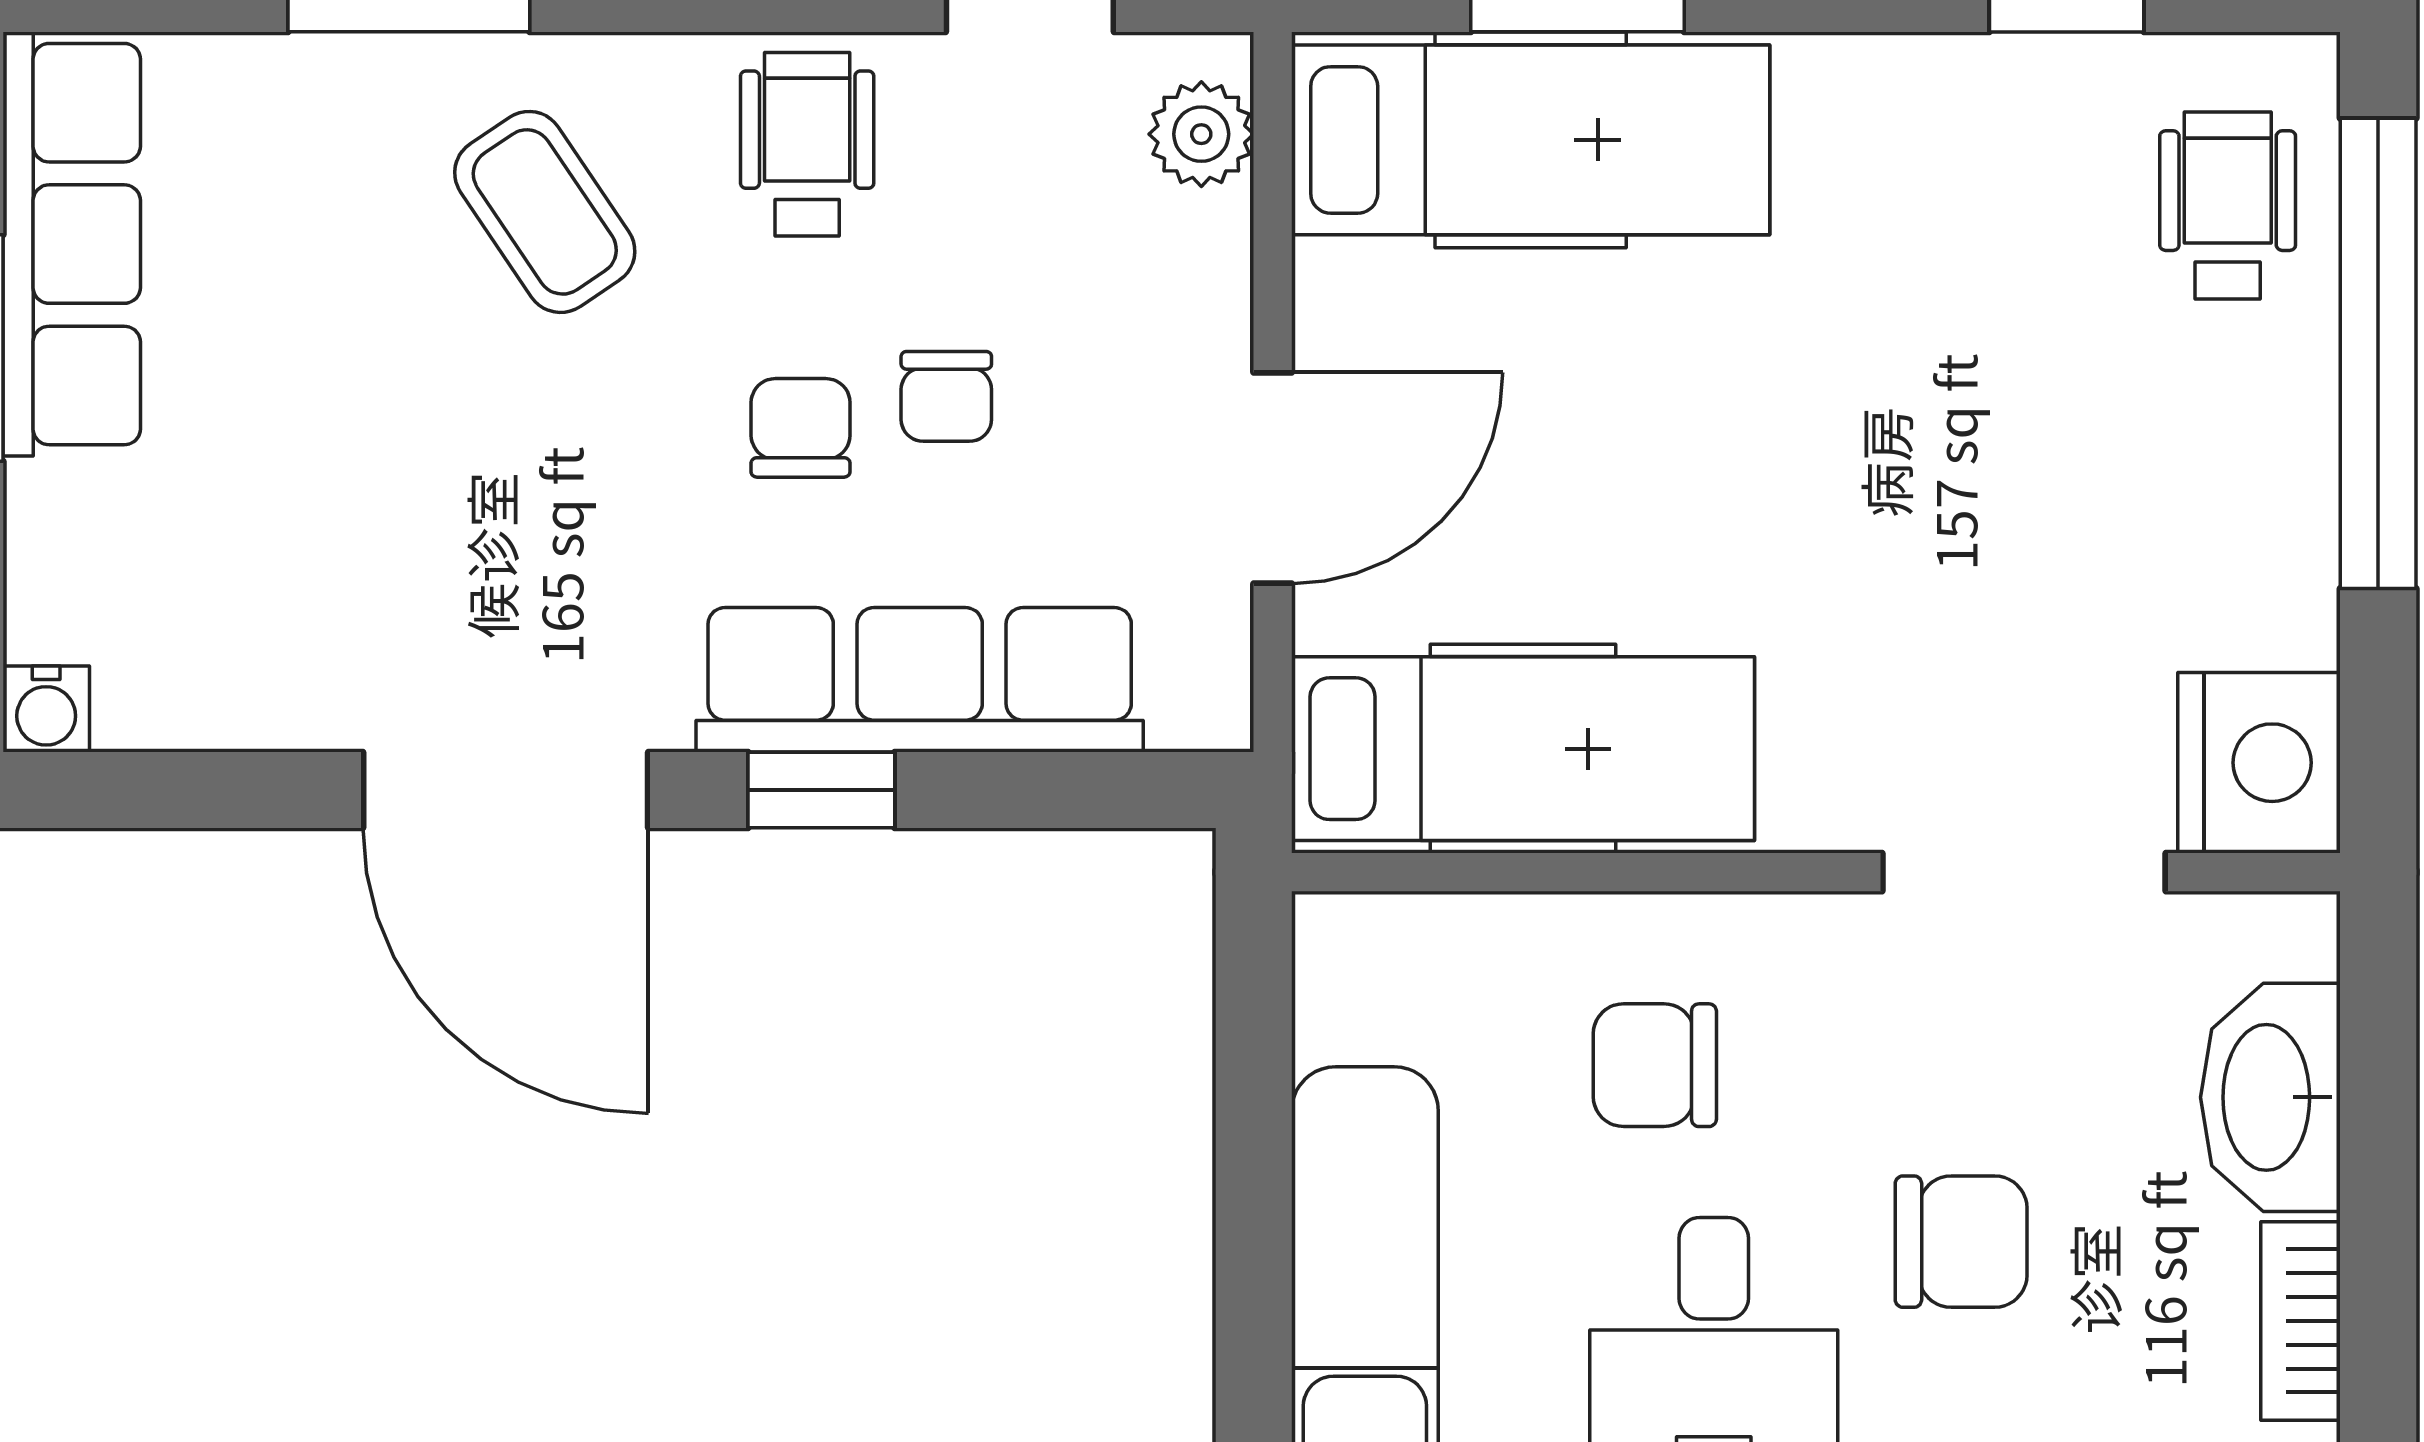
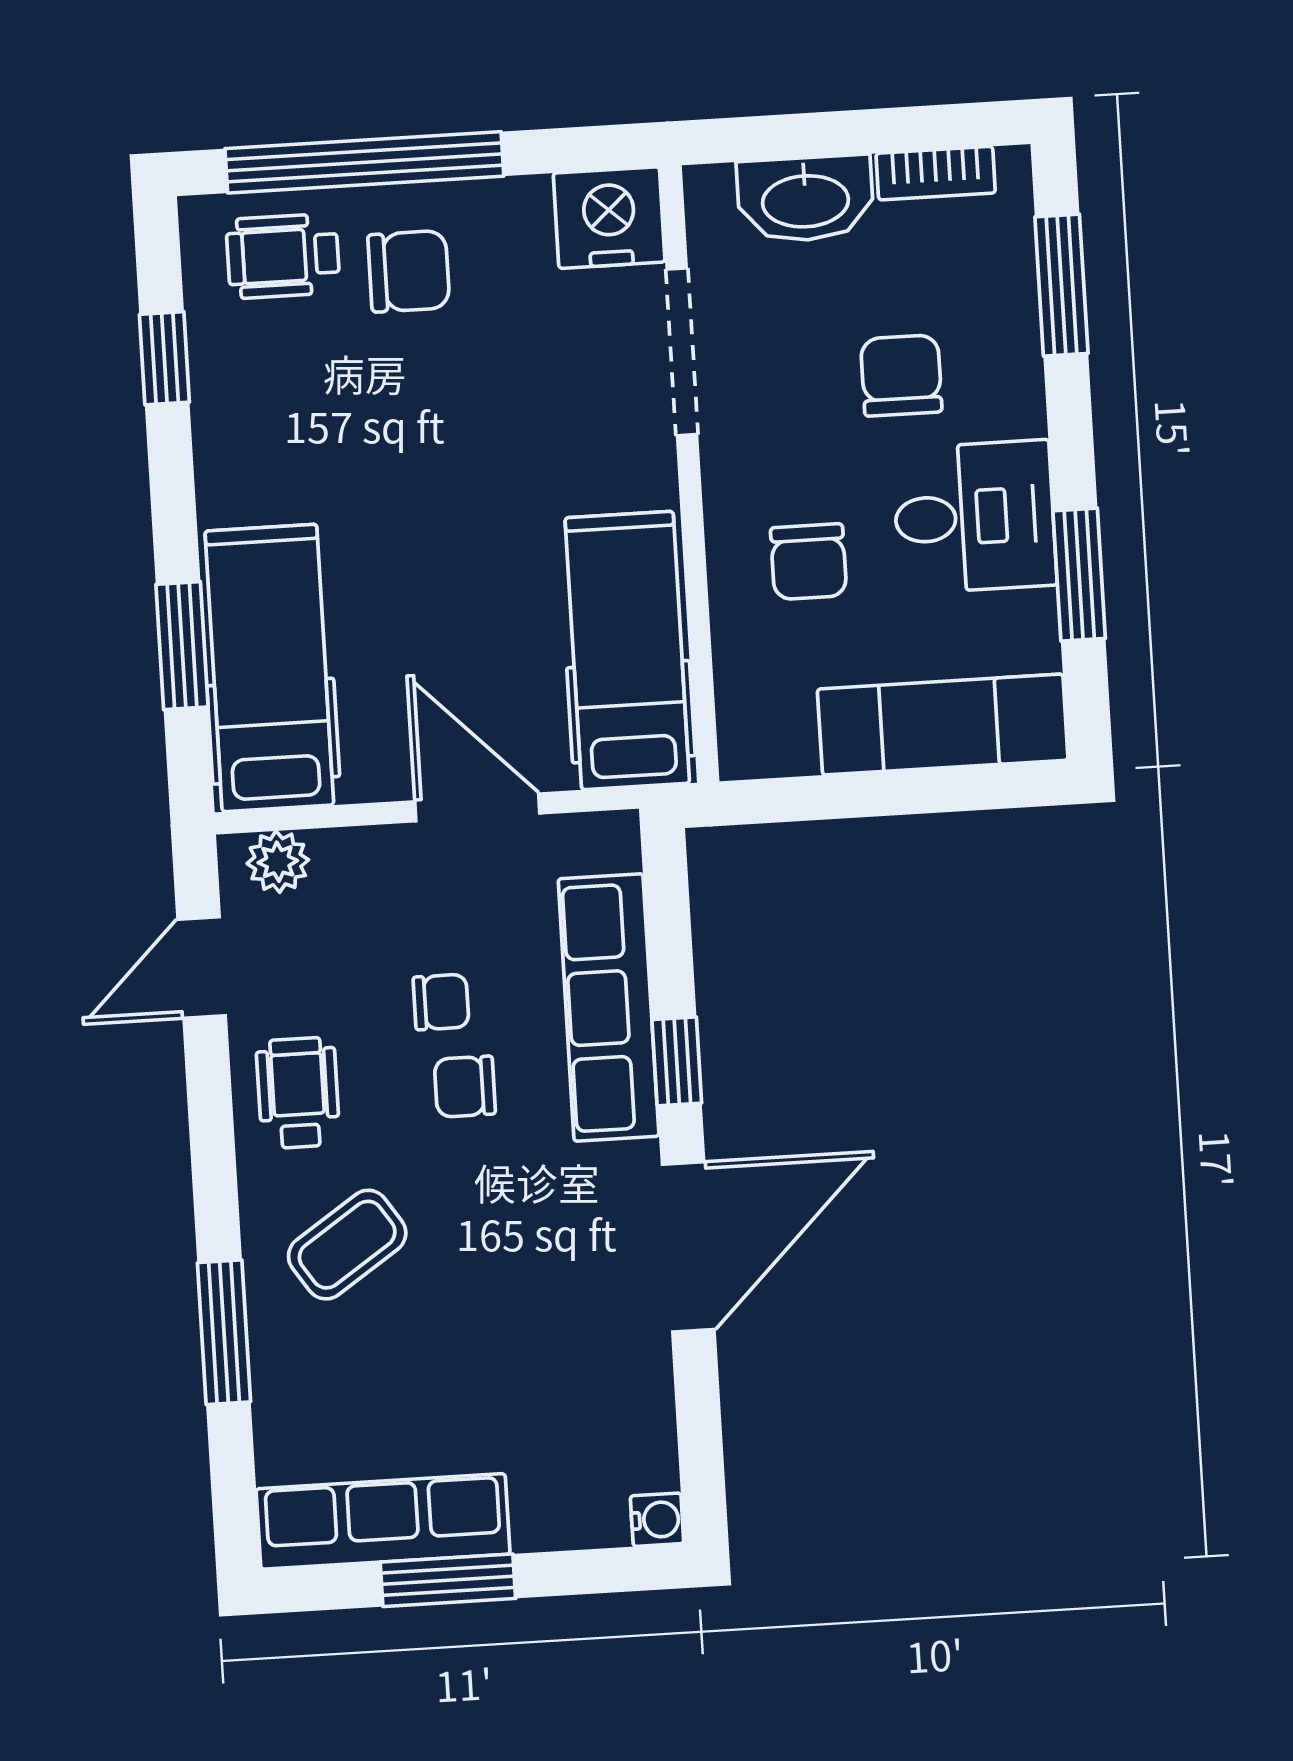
wheelchair: (807, 144) -> (298, 1093), turned 90
chair: (2189, 417) -> (409, 271), added

